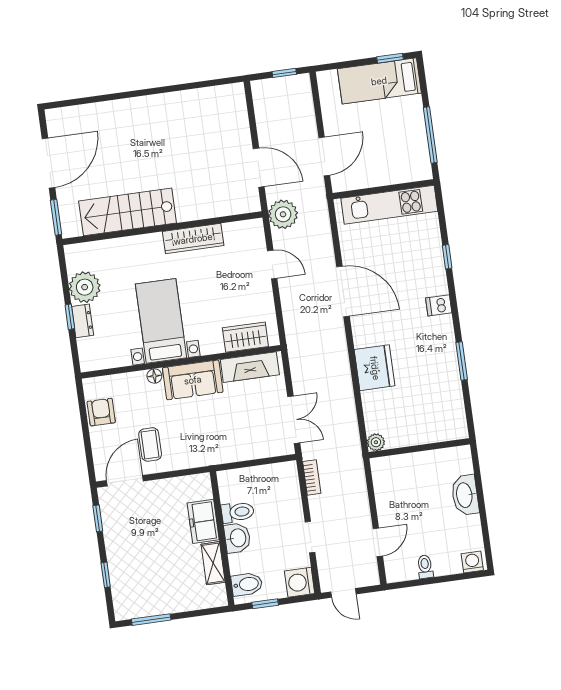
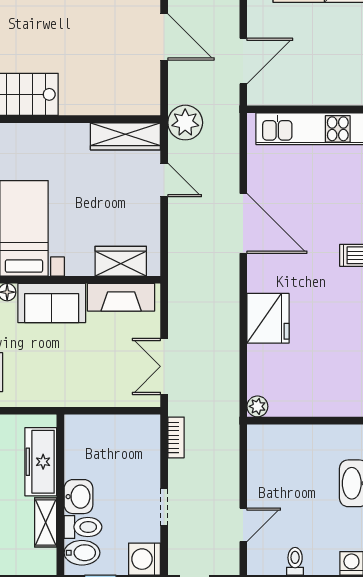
door: (259, 168) -> (164, 37), moved
wardrobe: (193, 239) -> (125, 136), moved
double door: (294, 420) -> (164, 366), swing flipped
toilet: (238, 512) -> (83, 527), moved
freezer: (203, 521) -> (41, 462), width x1.40

